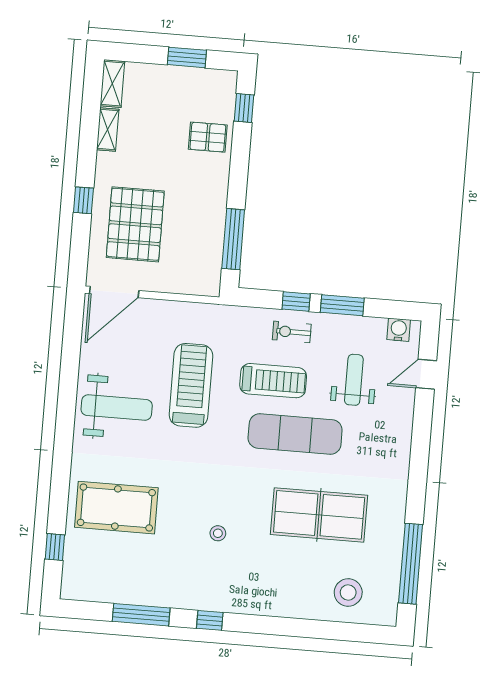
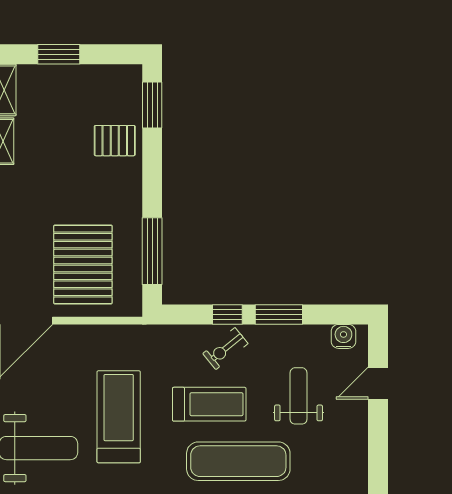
window: (187, 57) -> (59, 54), moved
window: (244, 108) -> (152, 105), width x1.50
pallet: (135, 224) -> (83, 264), moved
exercise bike: (292, 332) -> (225, 349), turned -39

